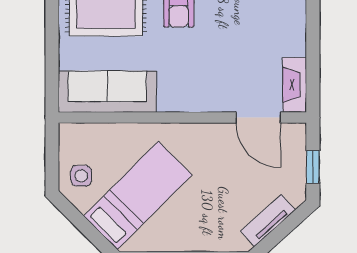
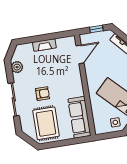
fireplace: (295, 85) -> (44, 45), moved

